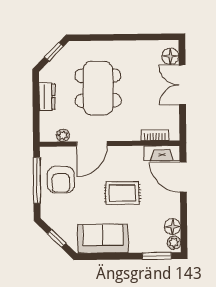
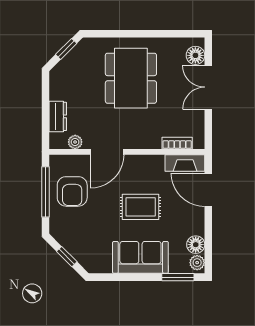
dining table: (98, 88) -> (131, 78), moved
dresser: (47, 97) -> (58, 116), moved
sofa: (103, 239) -> (140, 257), moved

